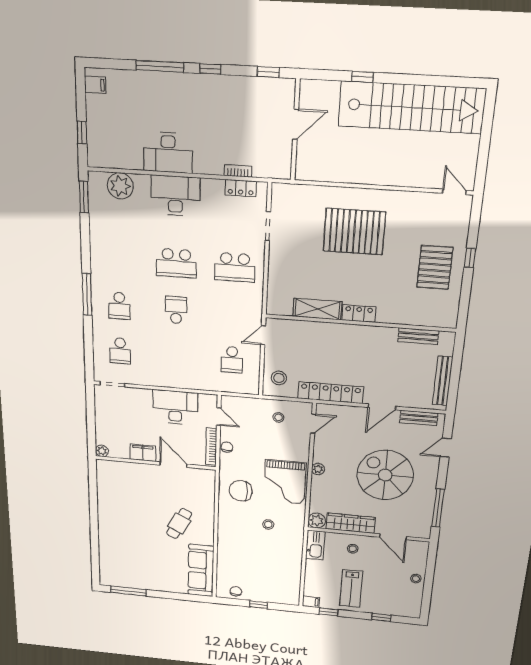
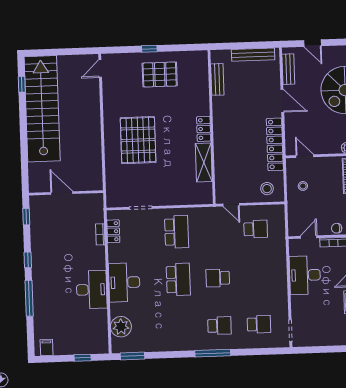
window: (362, 77) -> (22, 84), moved

